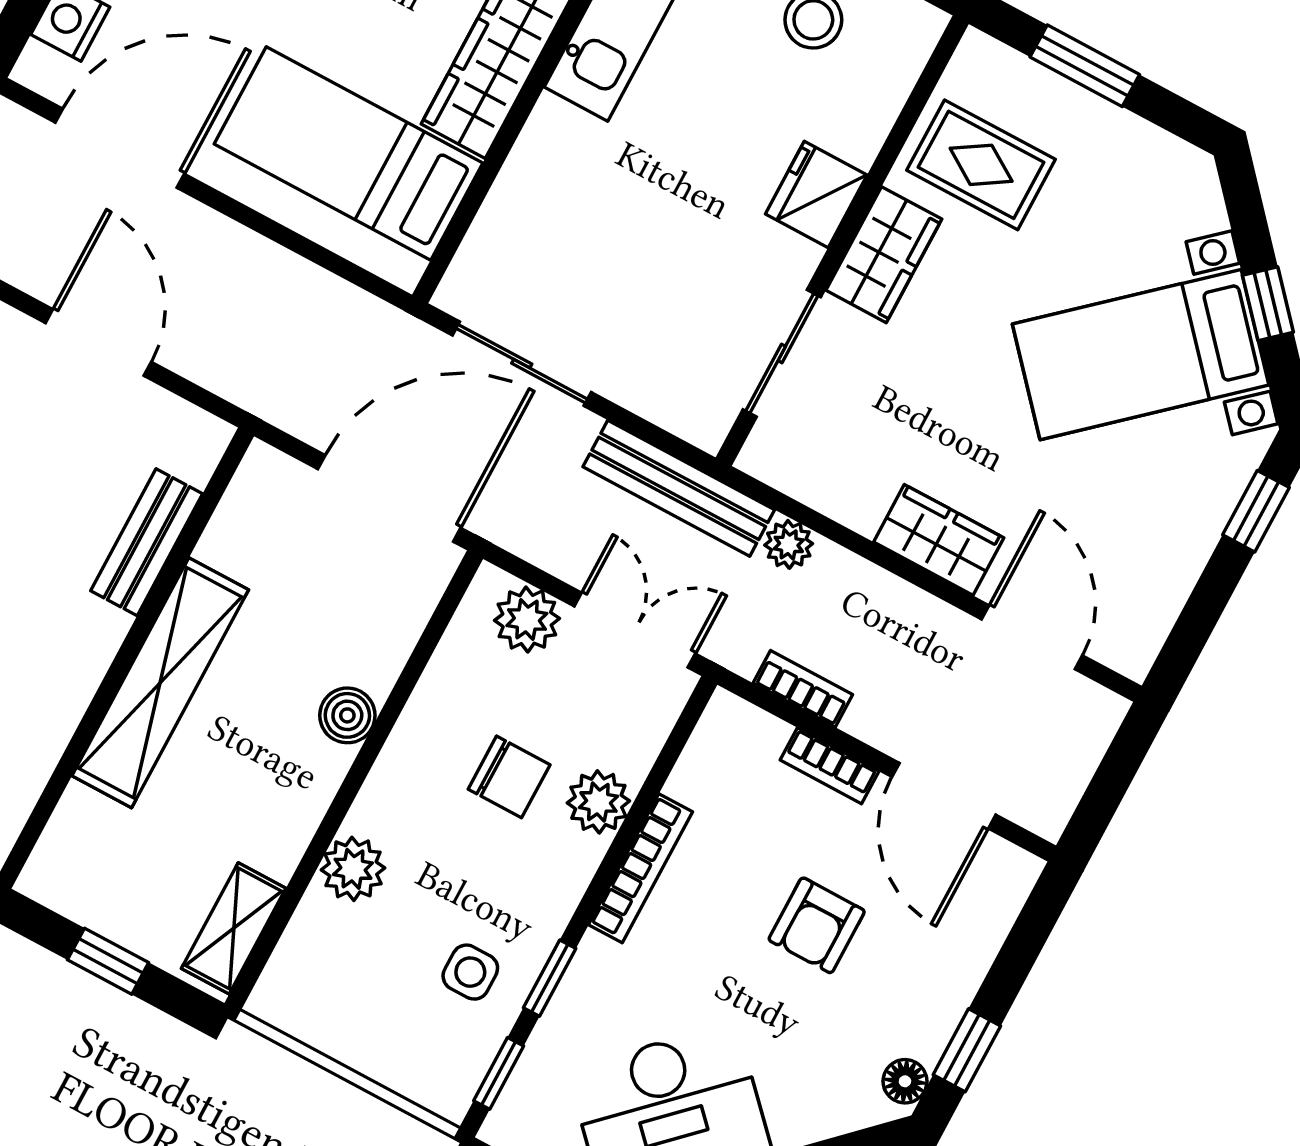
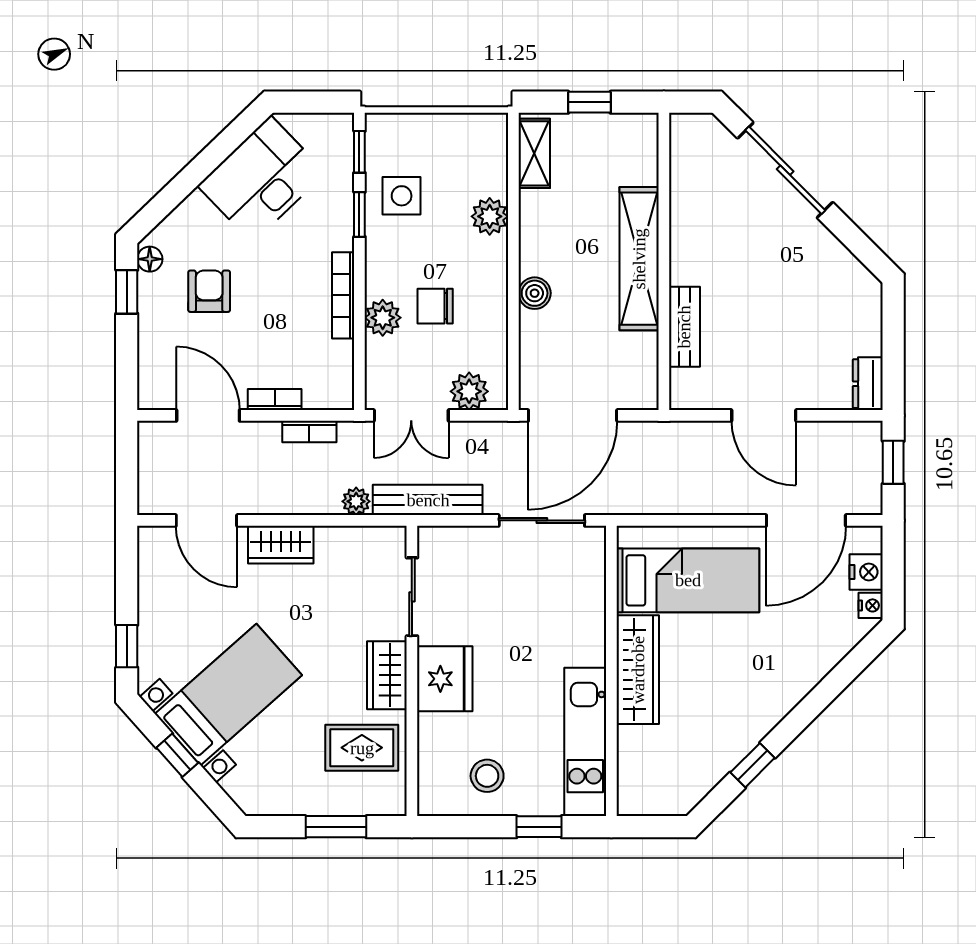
fridge: (816, 194) -> (445, 679), width x1.36, depth x1.34
armchair: (817, 925) -> (209, 291), moved
side table: (470, 972) -> (402, 196), width x1.37, depth x1.37

